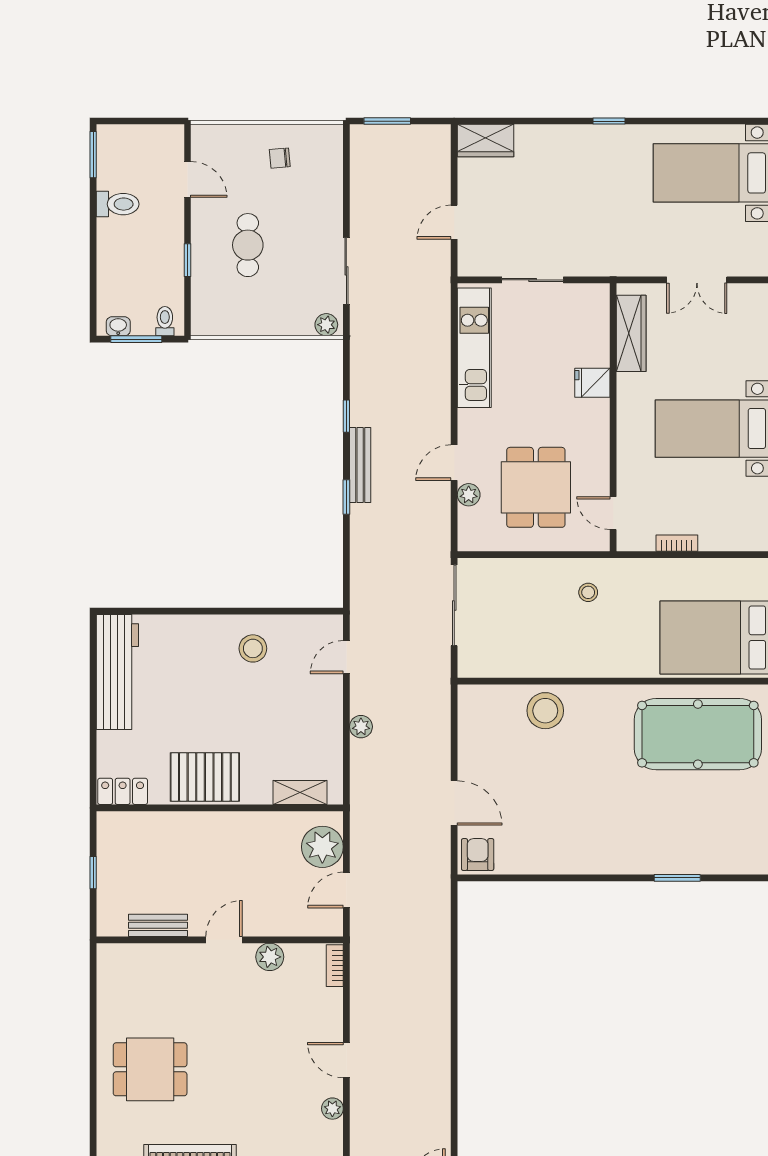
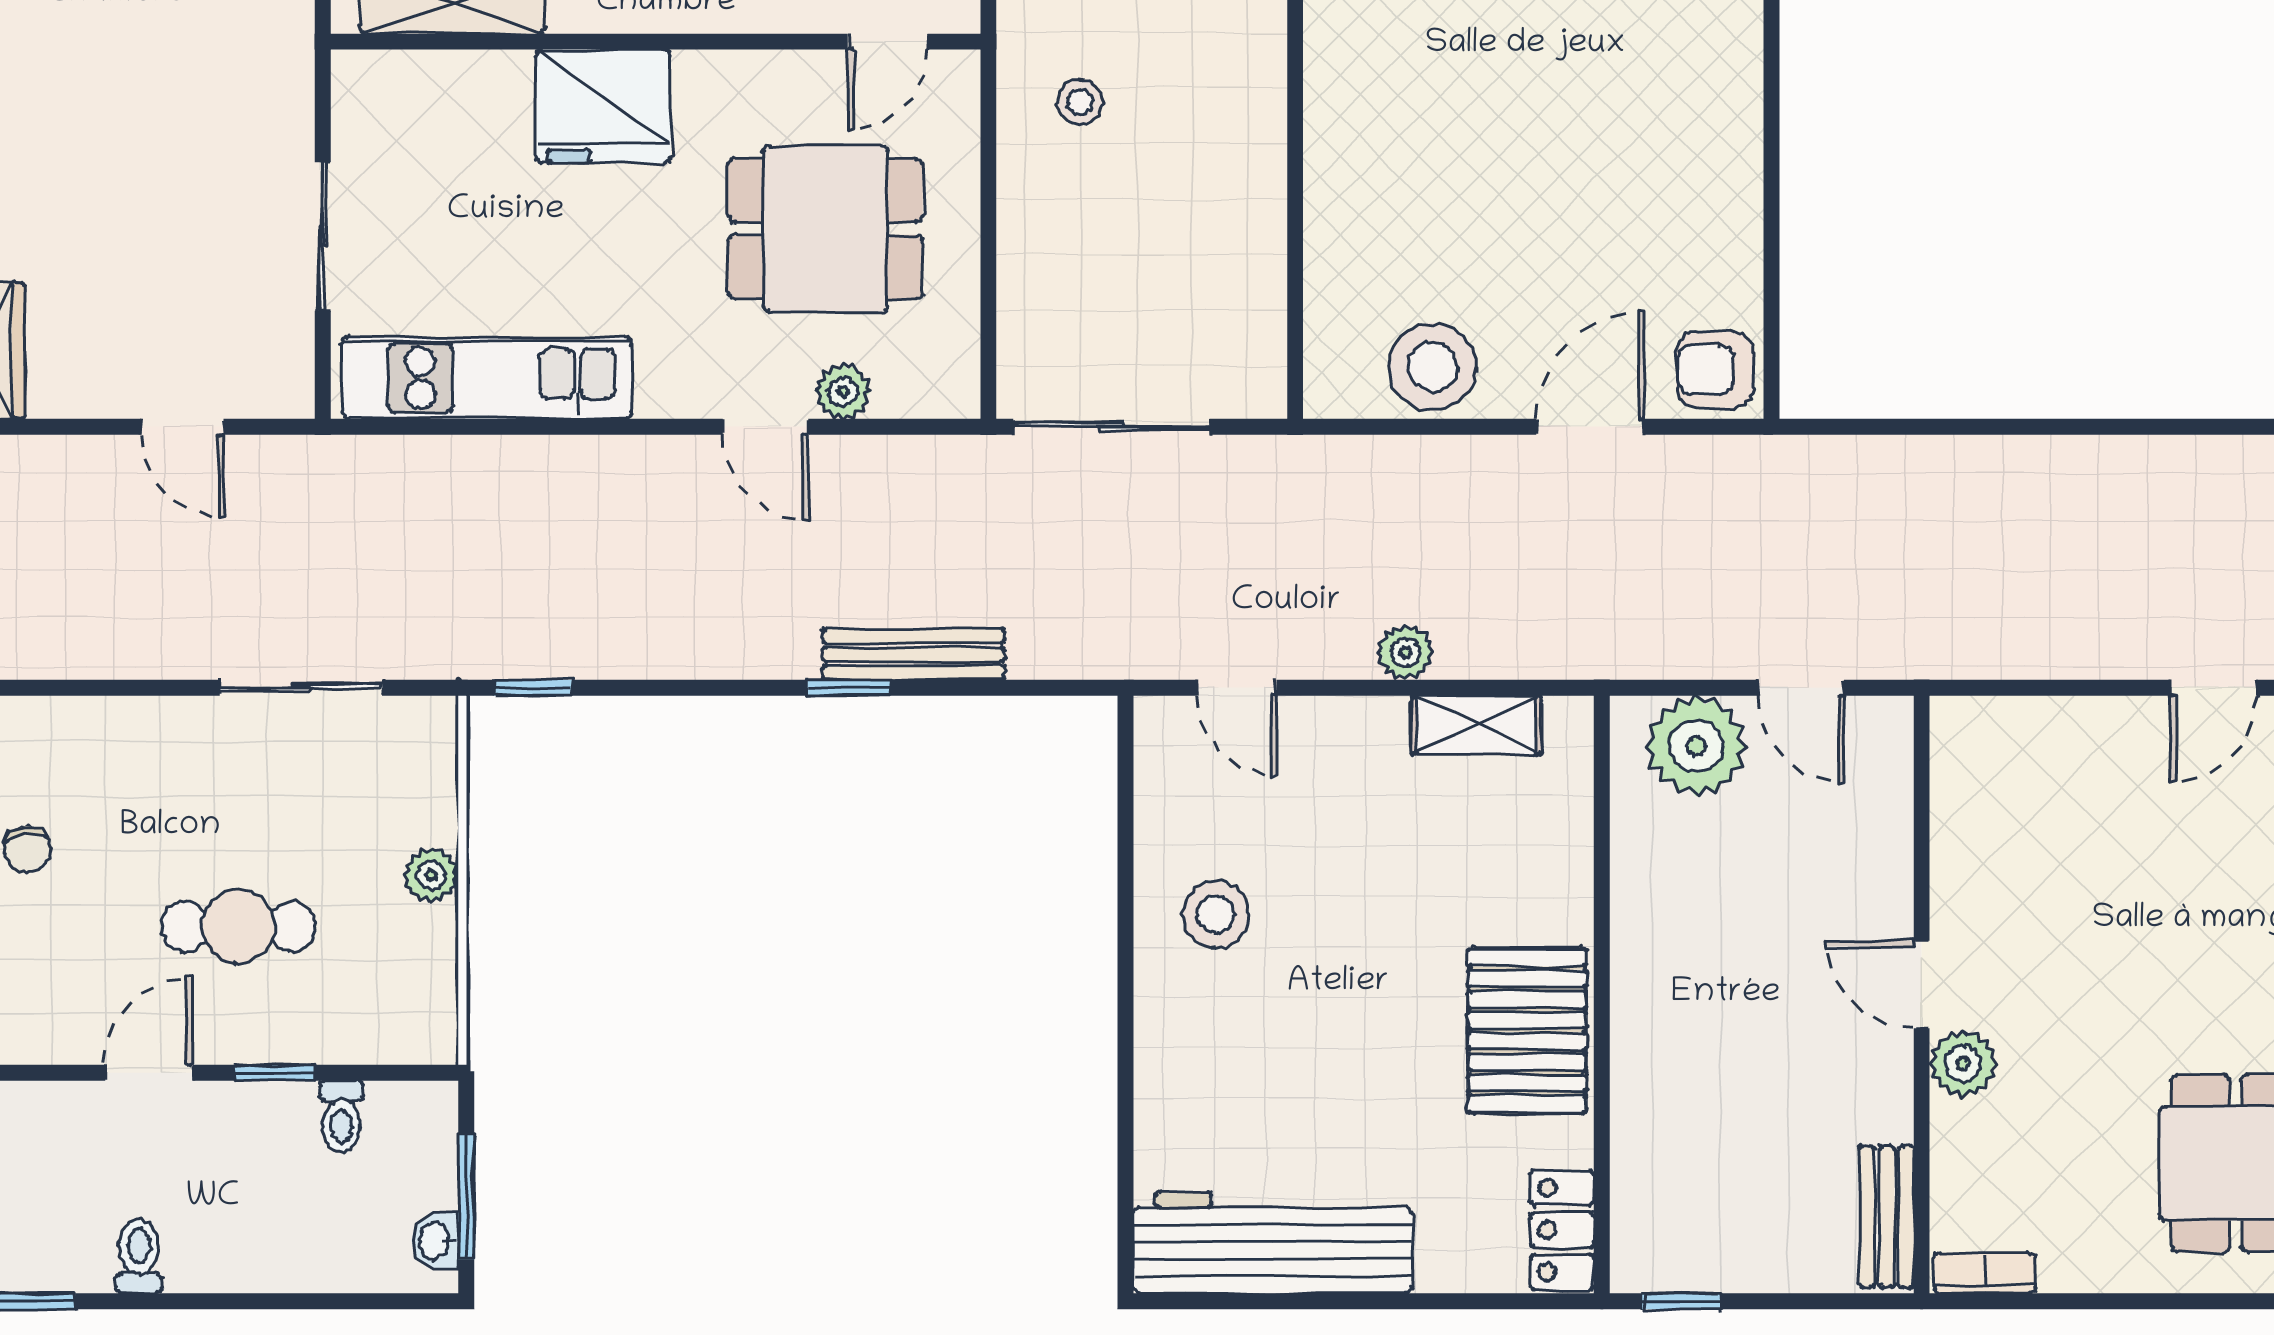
door: (187, 179) -> (149, 1073), moved
toilet: (118, 204) -> (139, 1256), width x0.73, depth x0.72
toilet: (165, 321) -> (341, 1116), moved, turned -90
plant: (326, 325) -> (431, 875), moved
fridge: (592, 383) -> (603, 106), width x1.88, depth x1.34
window: (346, 416) -> (533, 688), moved
bench: (360, 465) -> (913, 654), moved
stool: (545, 711) -> (1433, 367), moved
shelving: (300, 793) -> (1476, 725), moved, turned 90
window: (93, 873) -> (1681, 1301), moved
bench: (158, 925) -> (1887, 1217), moved
plant: (270, 957) -> (1963, 1064), moved
bookcase: (335, 966) -> (1984, 1273), moved, turned 180

